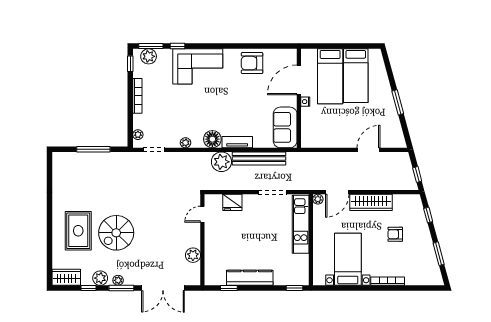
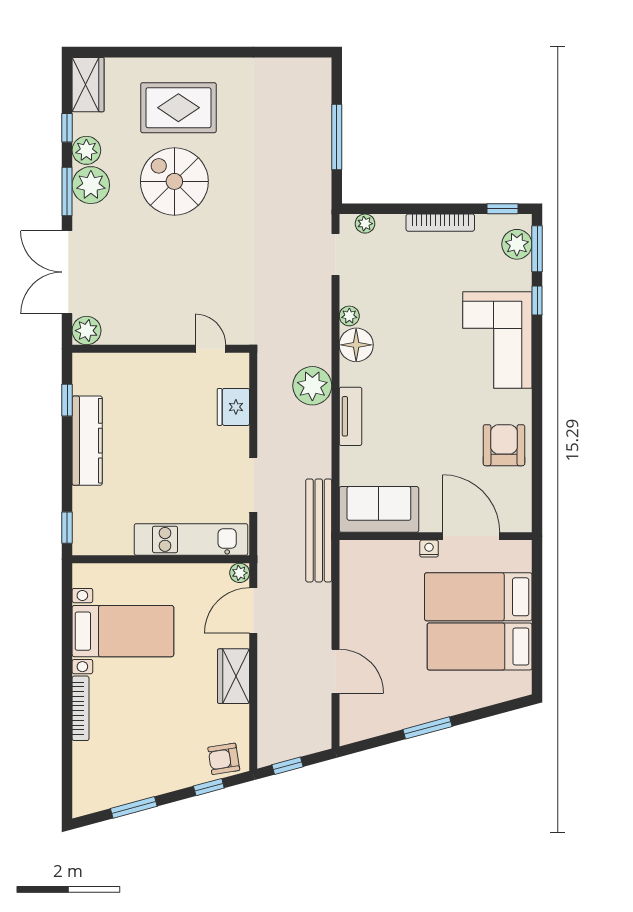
floor lamp: (212, 139) -> (356, 345), moved
bench: (259, 158) -> (319, 530), moved
door: (337, 192) -> (253, 610), hinge flipped
wardrobe: (371, 202) -> (234, 676), width x0.67
armchair: (395, 234) -> (224, 759), moved, turned -99
plant: (193, 255) -> (87, 331), moved
plant: (118, 280) -> (91, 185), width x1.87, depth x1.87

